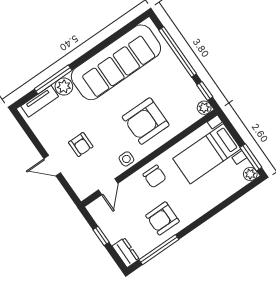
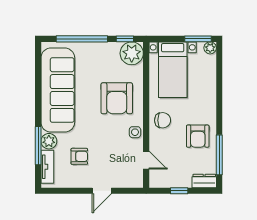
plant: (204, 108) -> (132, 53), width x1.88, depth x1.88
armchair: (81, 145) -> (79, 156), moved

